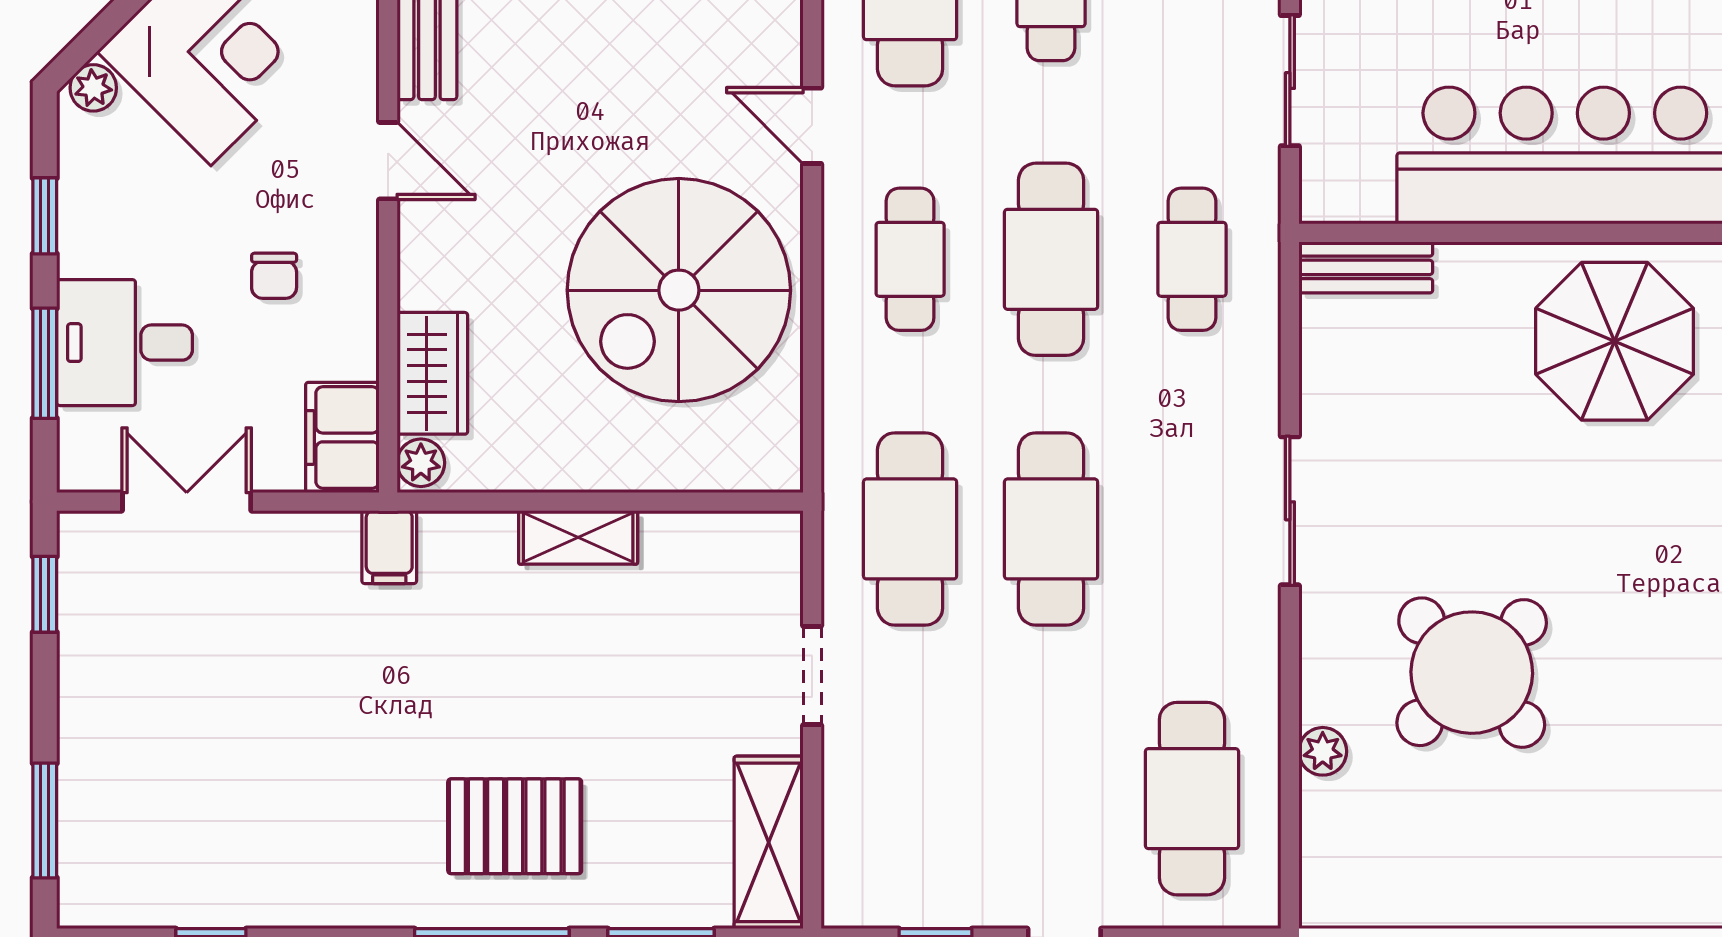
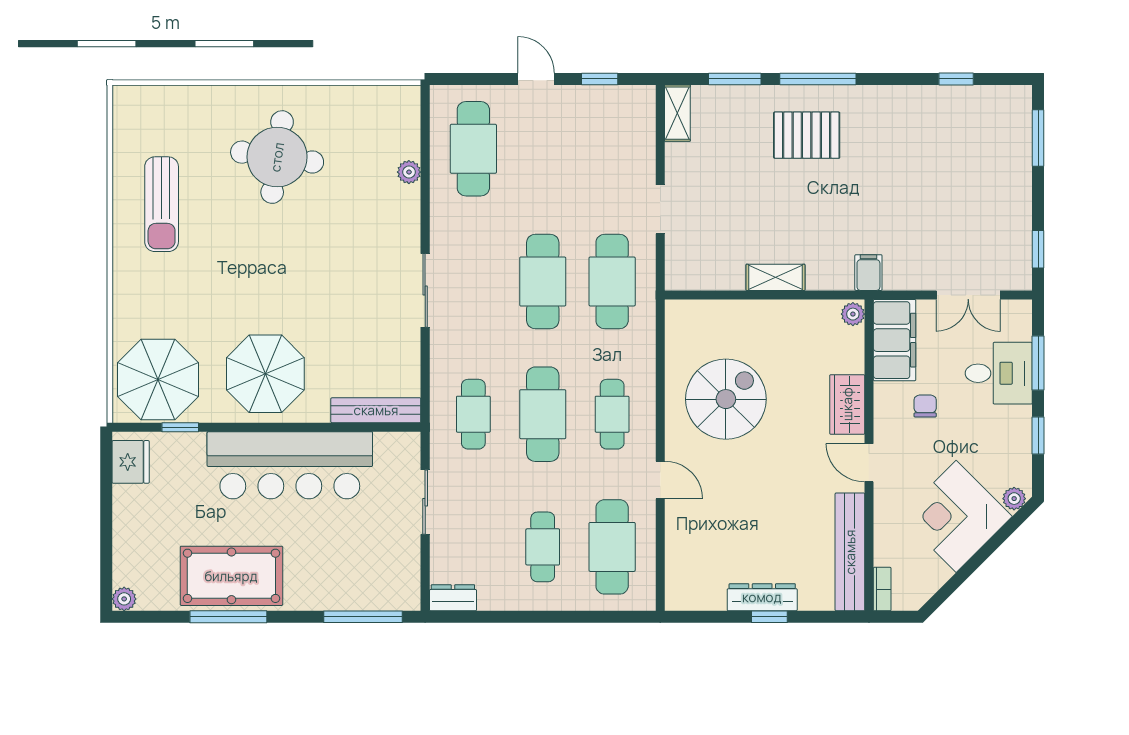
bench: (1366, 267) -> (376, 410), width x1.36
spiral stairs: (679, 290) -> (726, 399), width x0.73, depth x0.73
wardrobe: (432, 373) -> (847, 404), moved
filing cabinet: (342, 437) -> (895, 340), width x1.50, depth x1.17
round table: (1472, 673) -> (277, 157), moved, turned -38
shelving: (769, 842) -> (677, 113), width x0.67, depth x0.75

